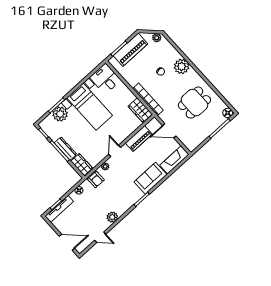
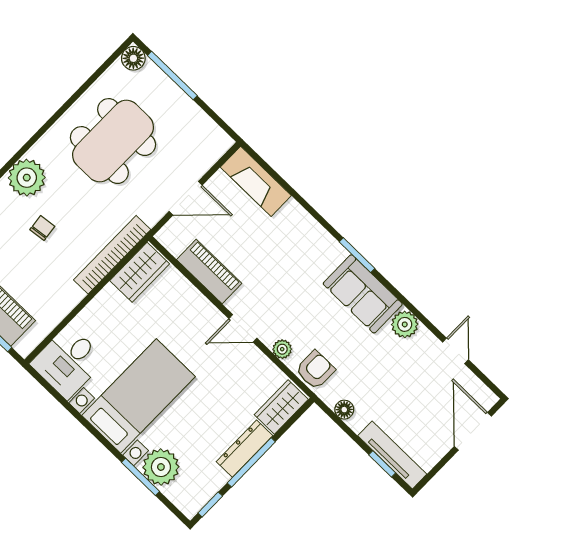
dining table: (194, 103) -> (113, 141), width x1.37
door: (169, 131) -> (186, 198), hinge flipped
sofa: (150, 178) -> (363, 294), moved

